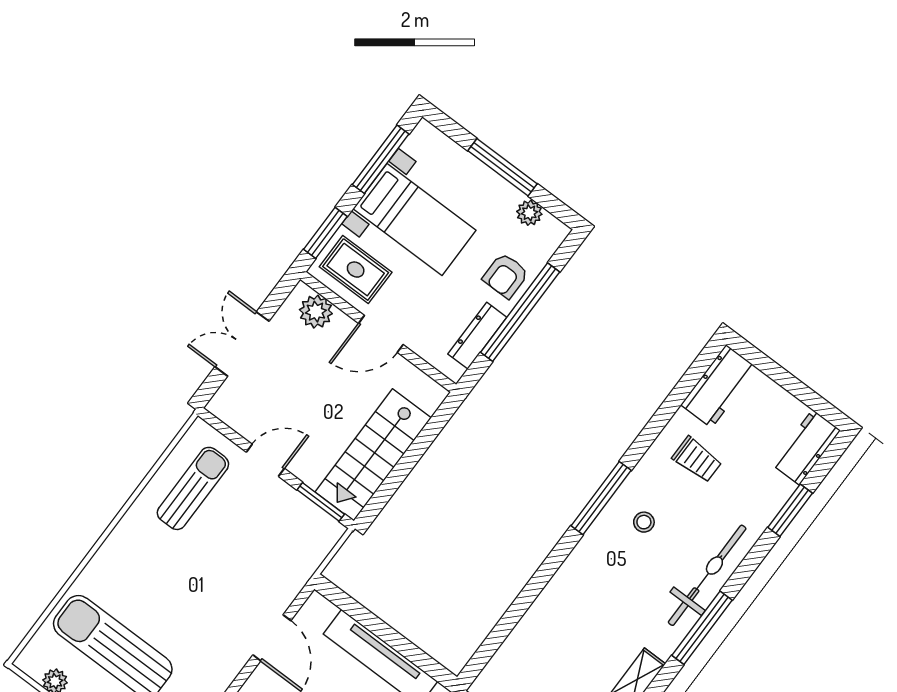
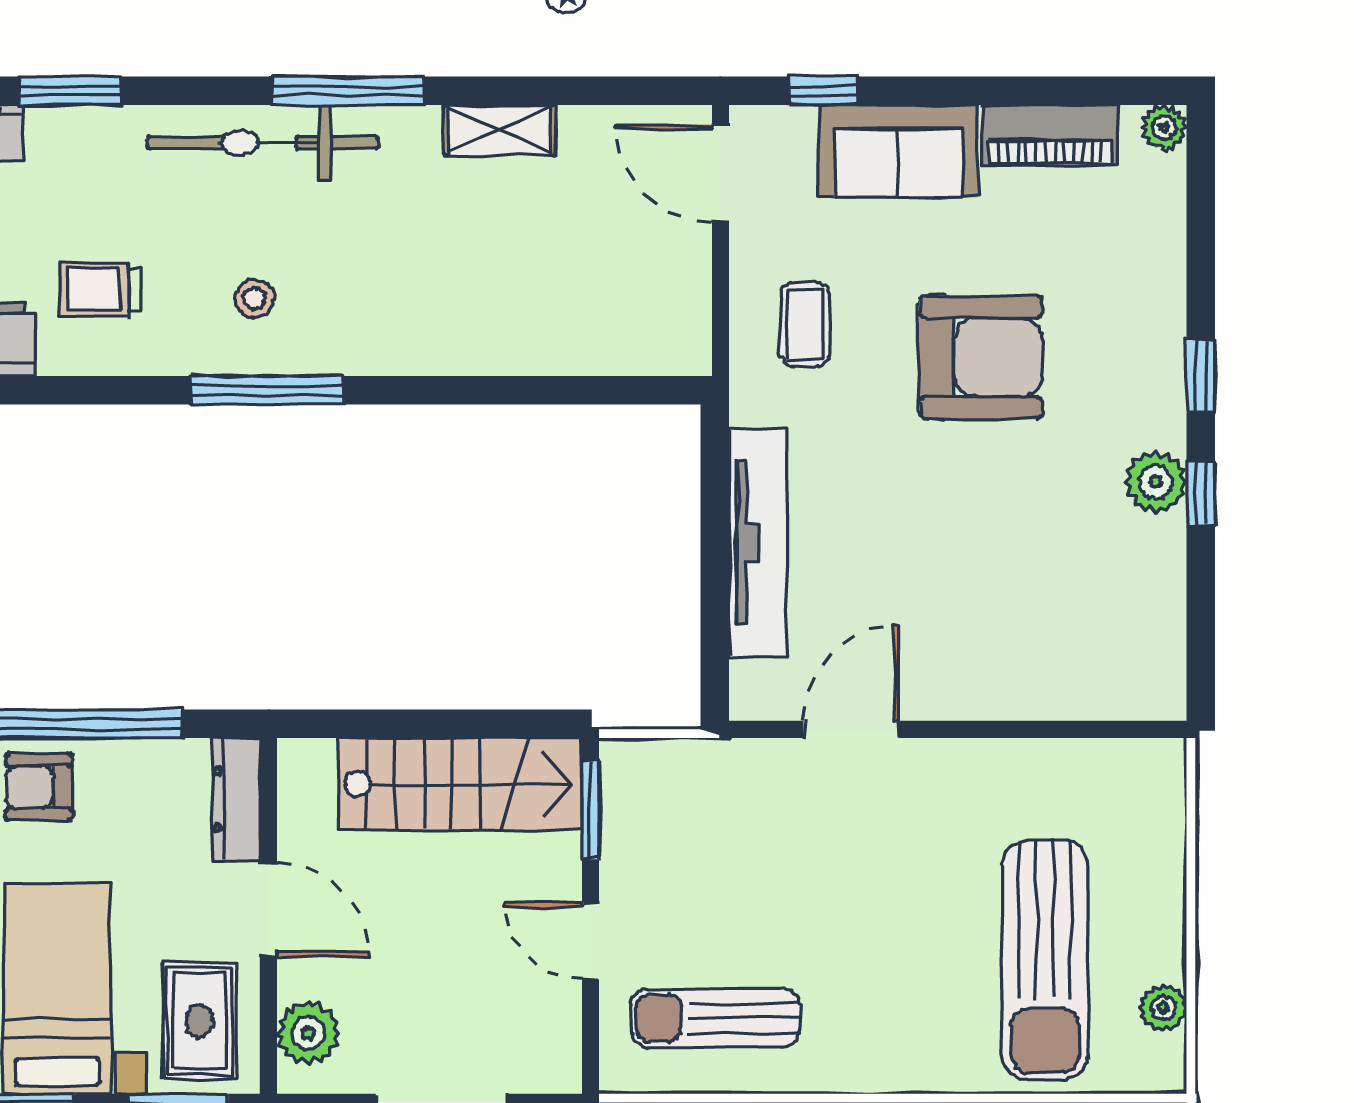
armchair: (506, 276) -> (39, 787), turned 180
dresser: (477, 336) -> (236, 799), moved, turned 90
trolley: (697, 460) -> (100, 289), turned -90

